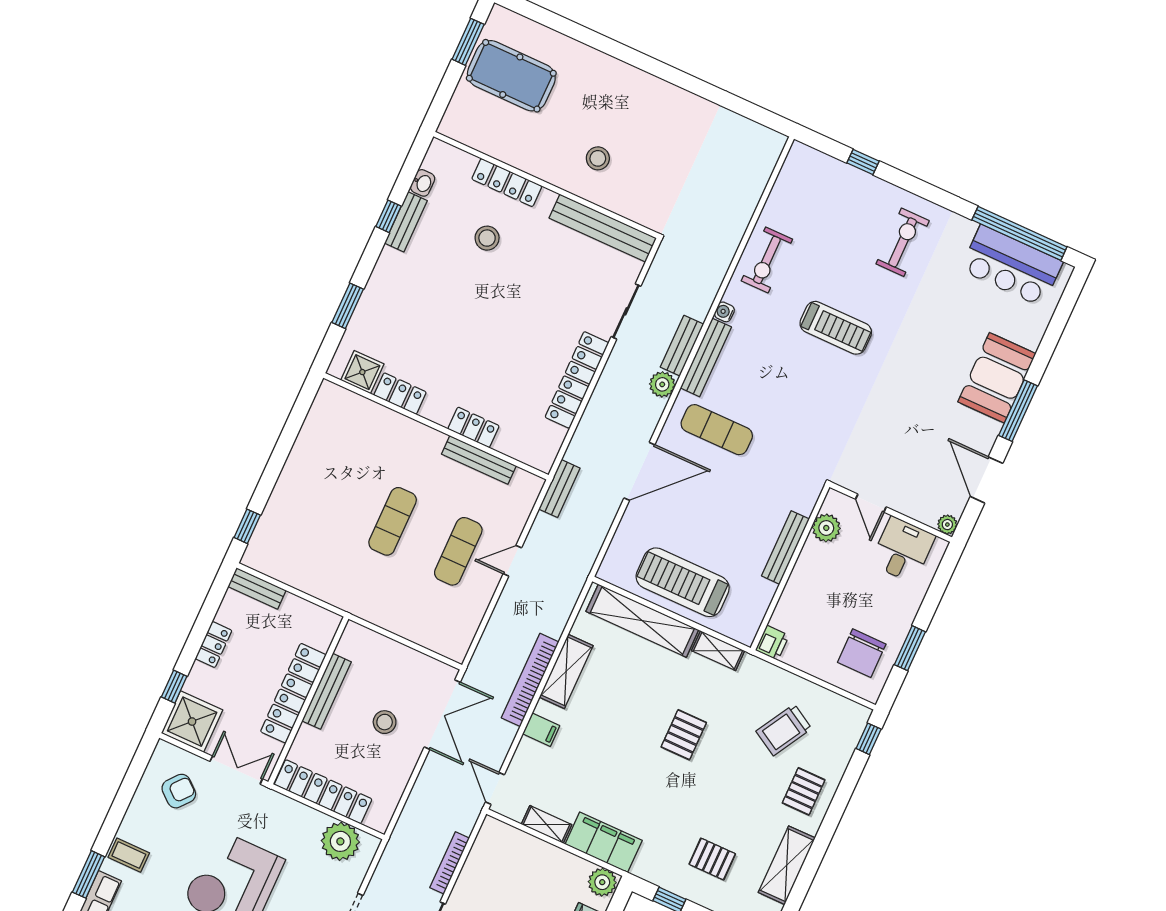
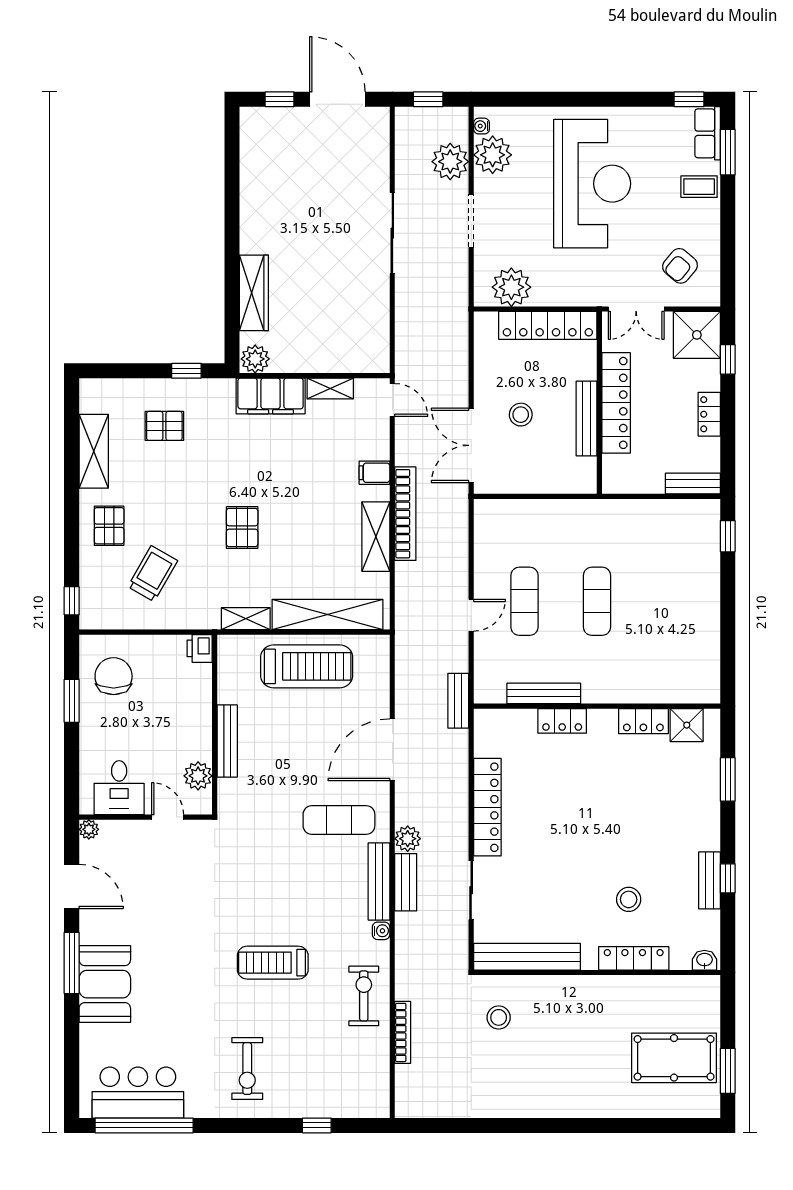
stool: (598, 158) -> (499, 1017), moved
washbasin: (423, 183) -> (704, 960), moved, turned 90
bookcase: (450, 863) -> (403, 1032), moved

